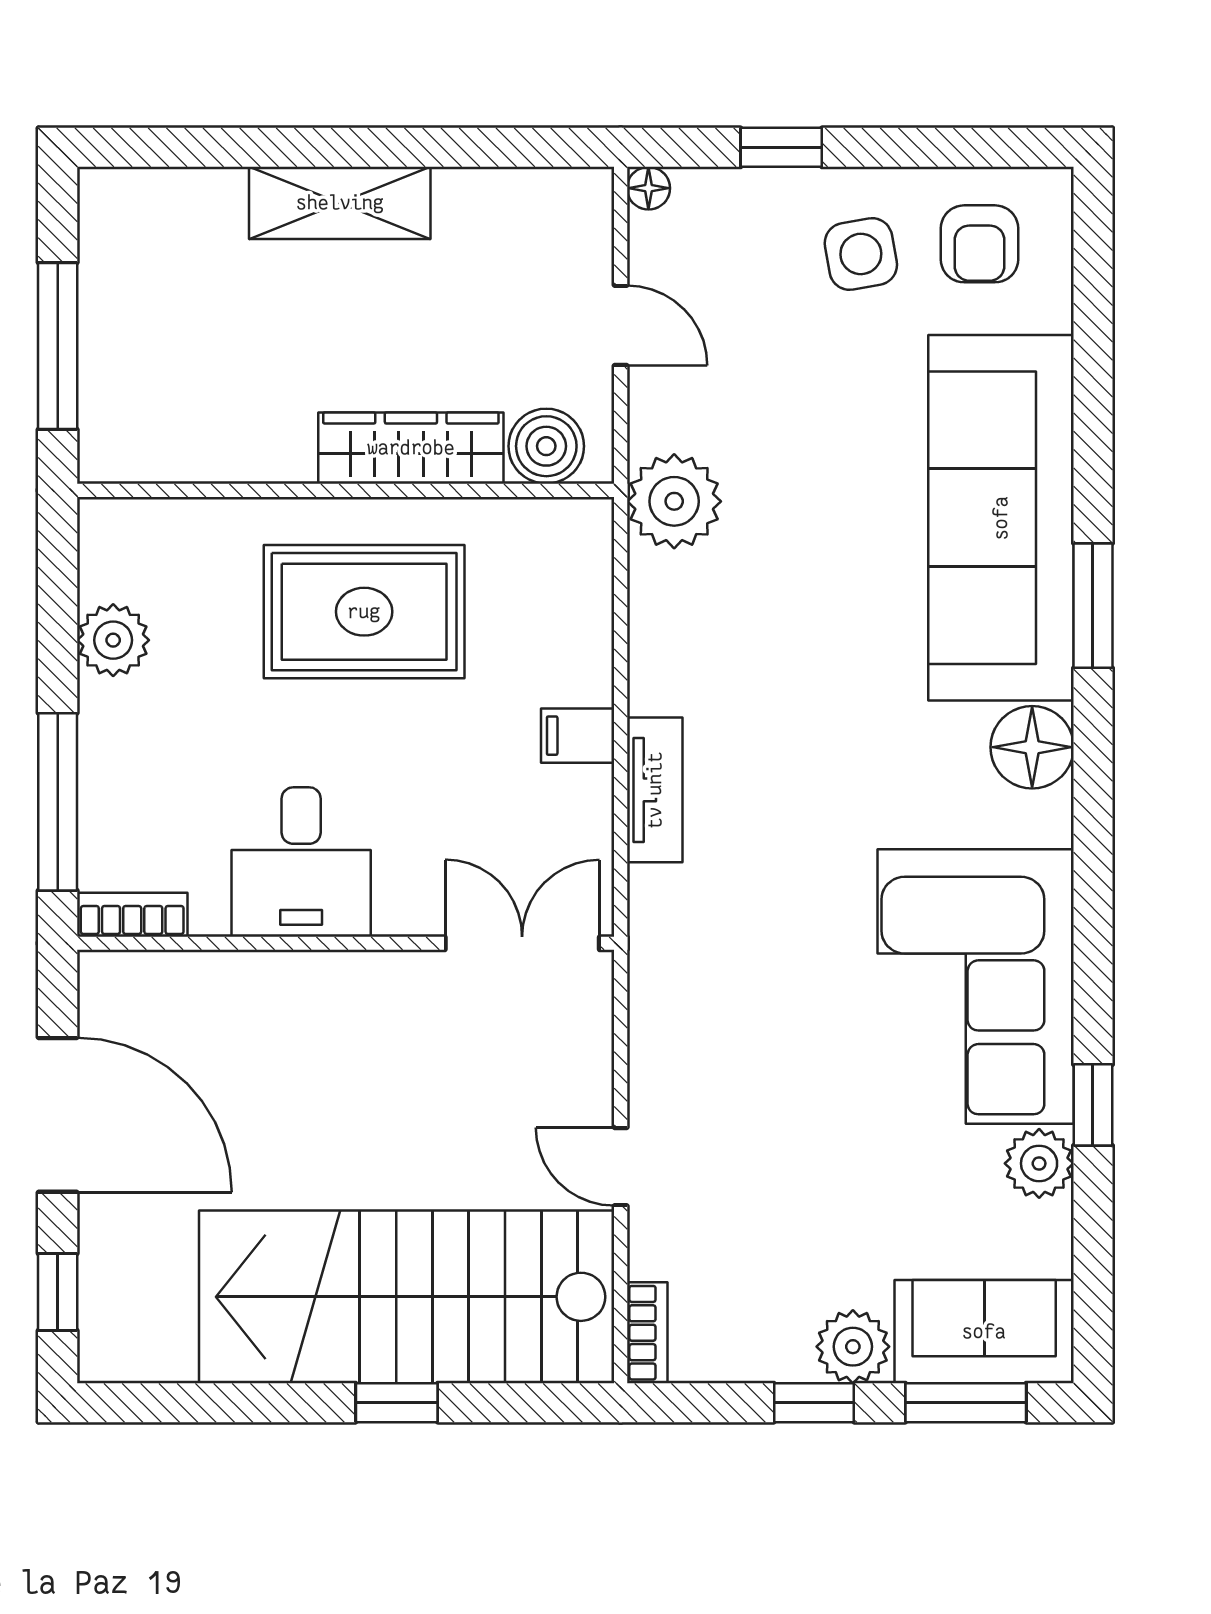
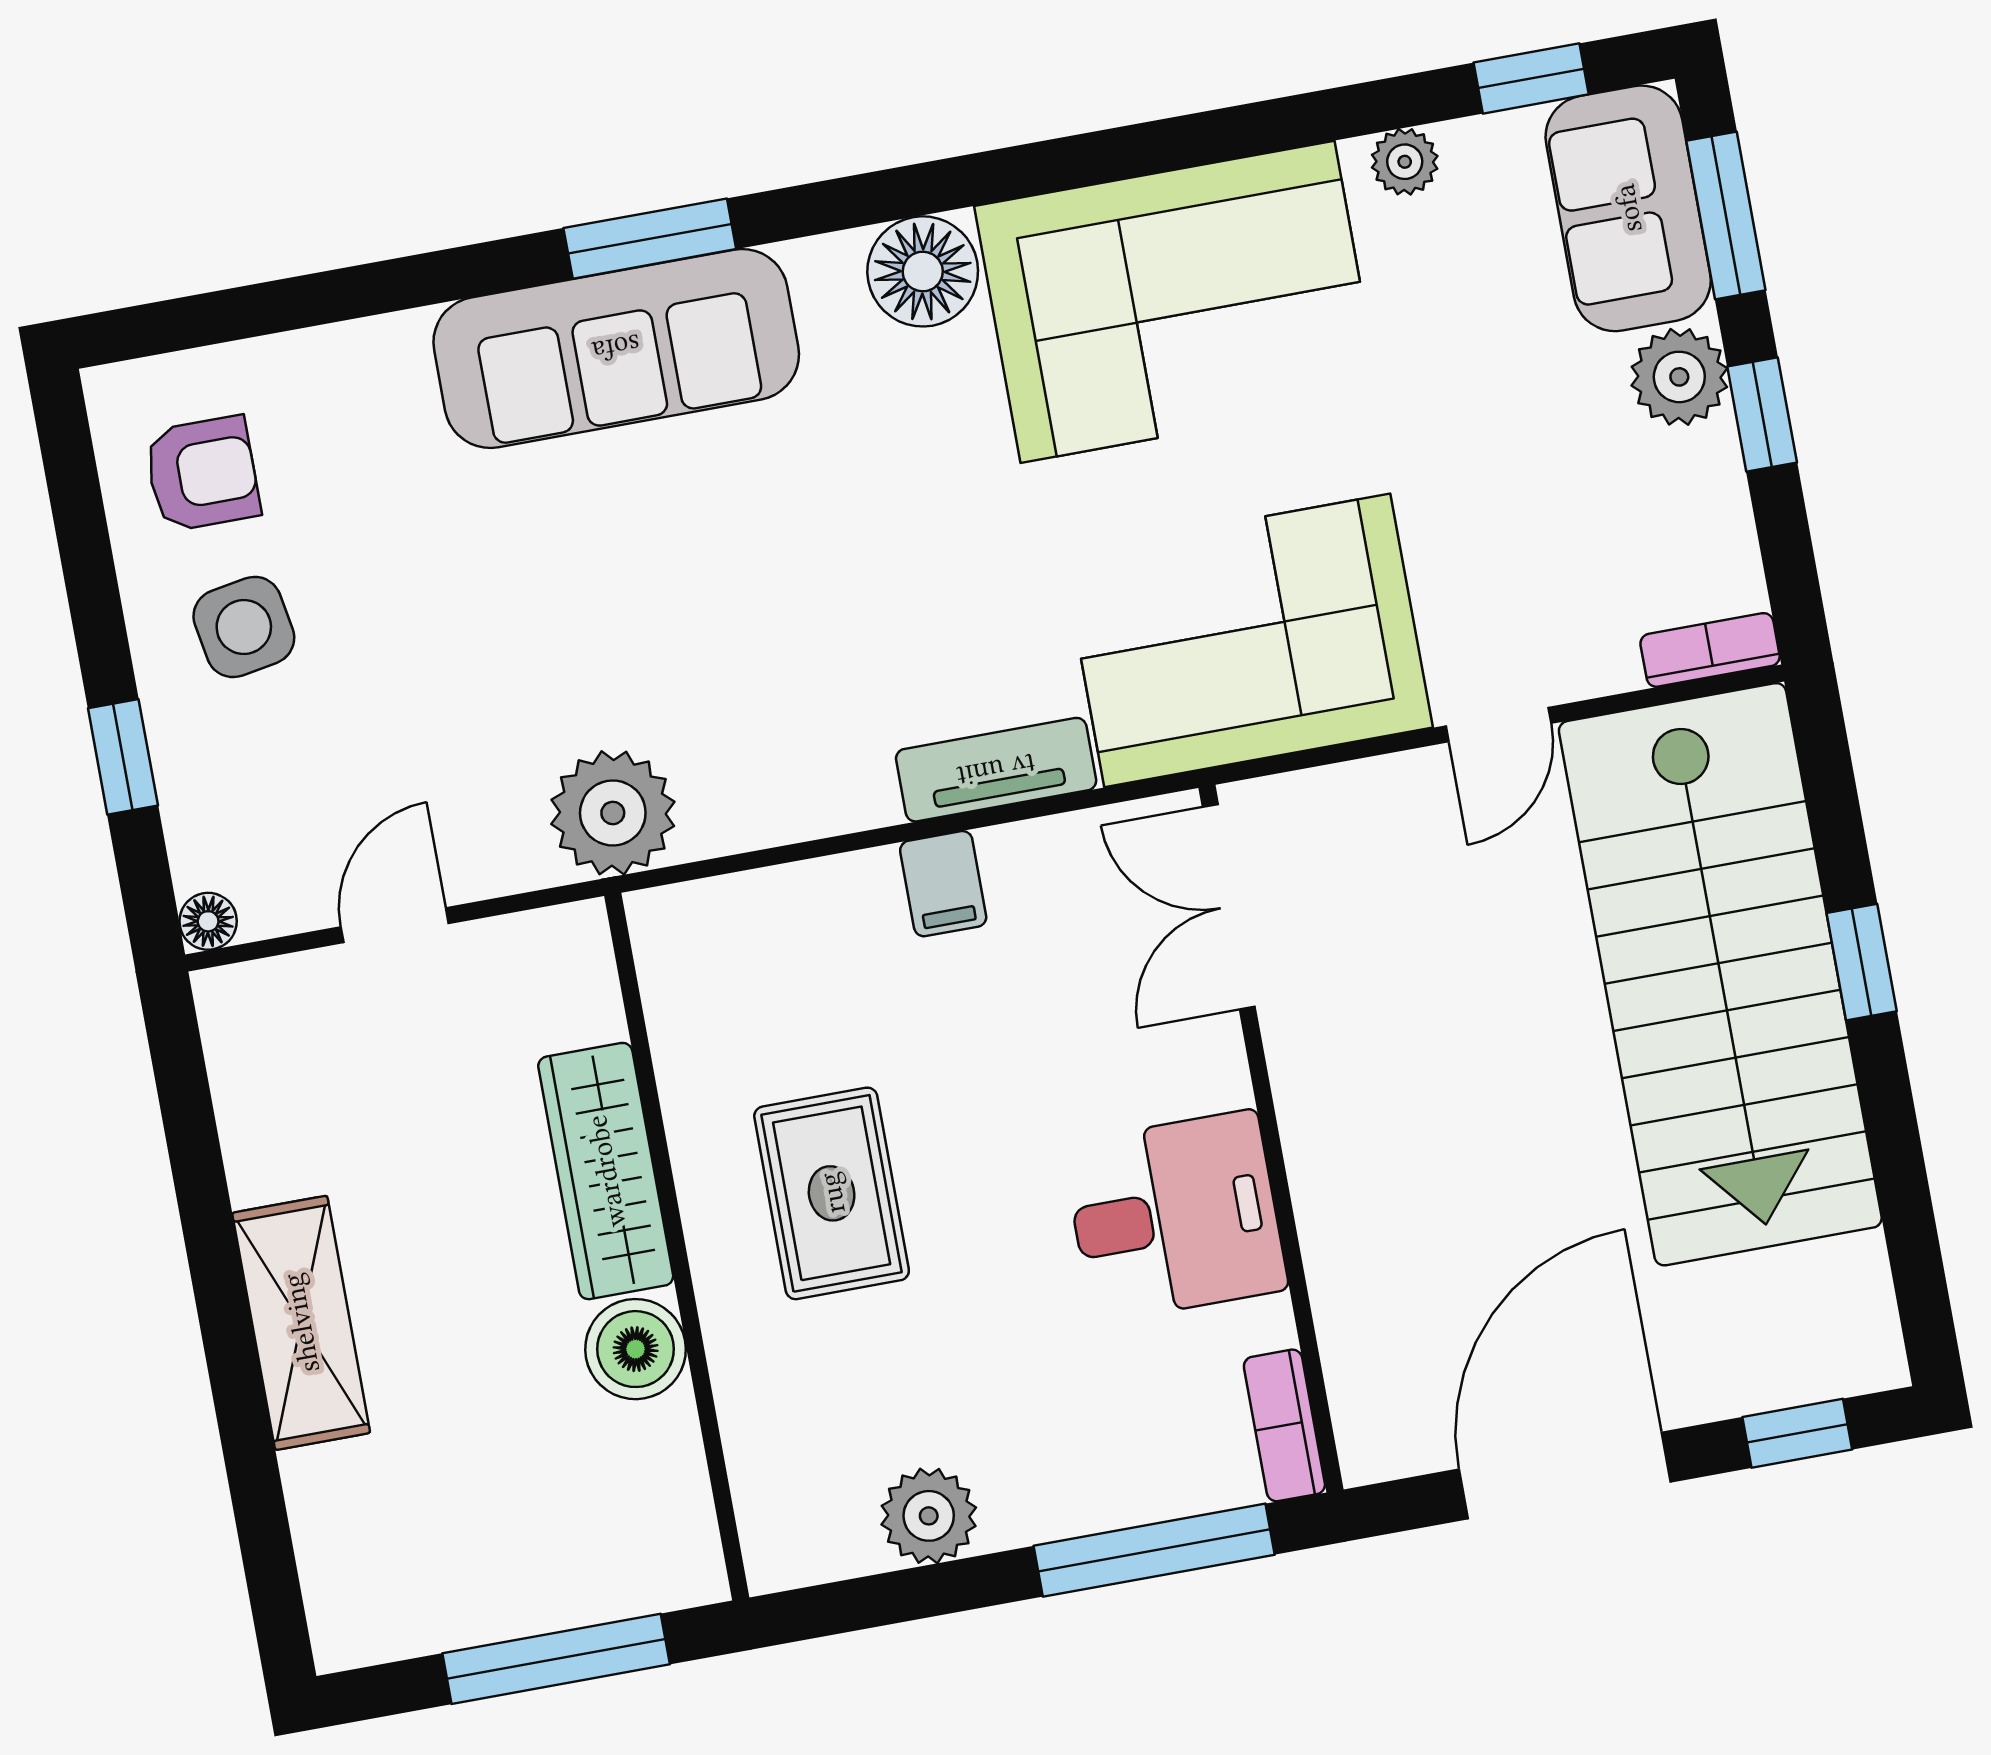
boiler: (546, 446) -> (636, 1349), moved
sofa: (1001, 518) -> (616, 348), width x0.74, depth x0.79
rug: (364, 612) -> (832, 1193), width x0.73, depth x0.70
floor lamp: (1032, 747) -> (923, 271), moved
corner sofa: (716, 993) -> (1247, 640), added
window: (1093, 1105) -> (1531, 78), moved
plant: (1039, 1163) -> (1405, 162), width x0.73, depth x0.73

